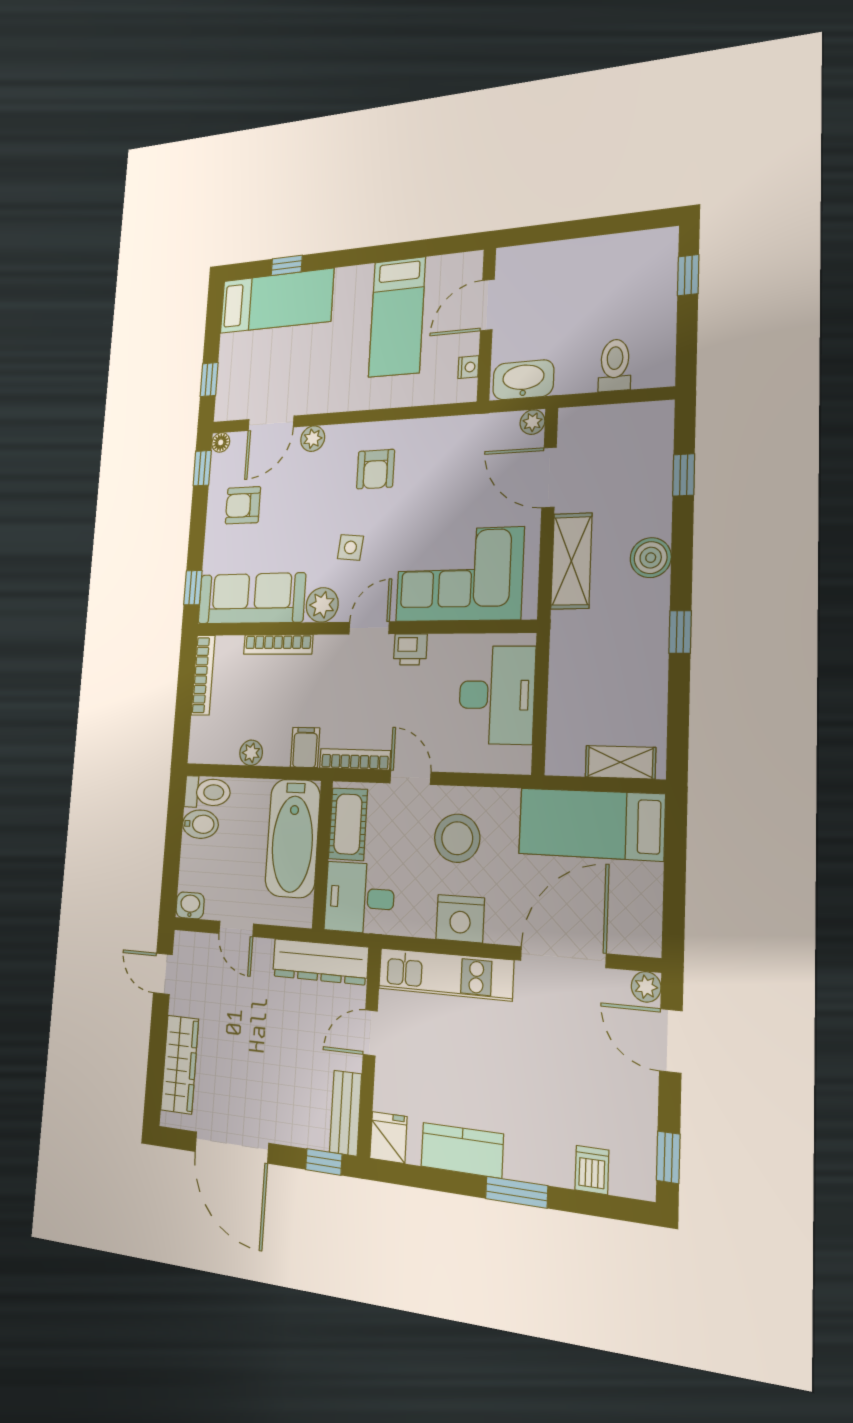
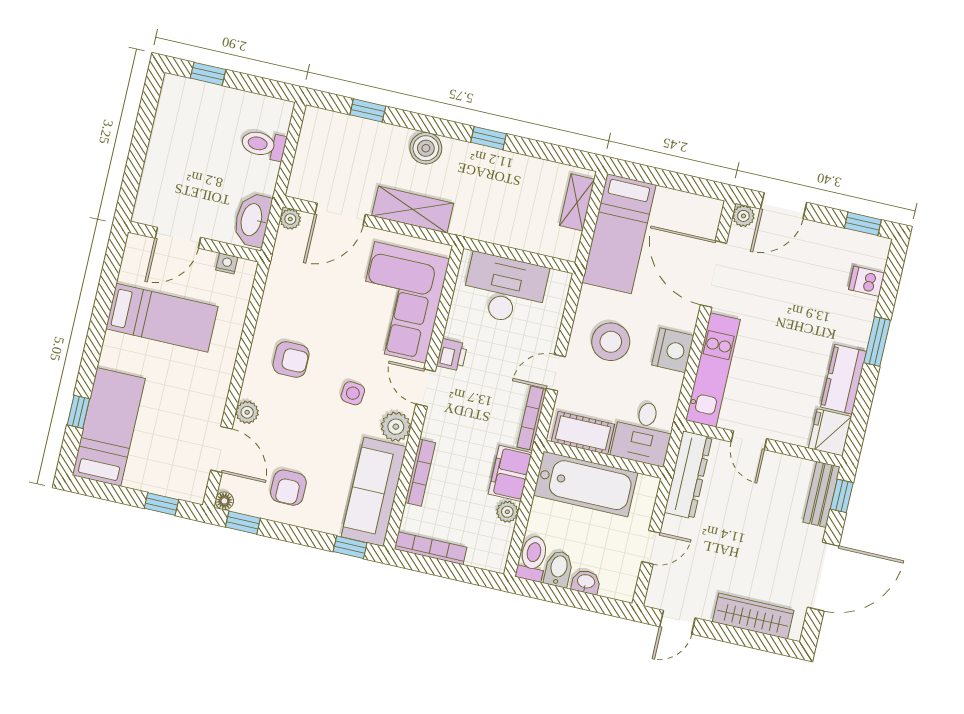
door: (487, 305) -> (178, 238), hinge flipped
filing cabinet: (305, 747) -> (510, 473), width x2.00
washbasin: (190, 905) -> (586, 582), moved, turned 90
bench: (346, 1113) -> (822, 494), moved, turned 90
fridge: (388, 1137) -> (830, 432), width x1.38

